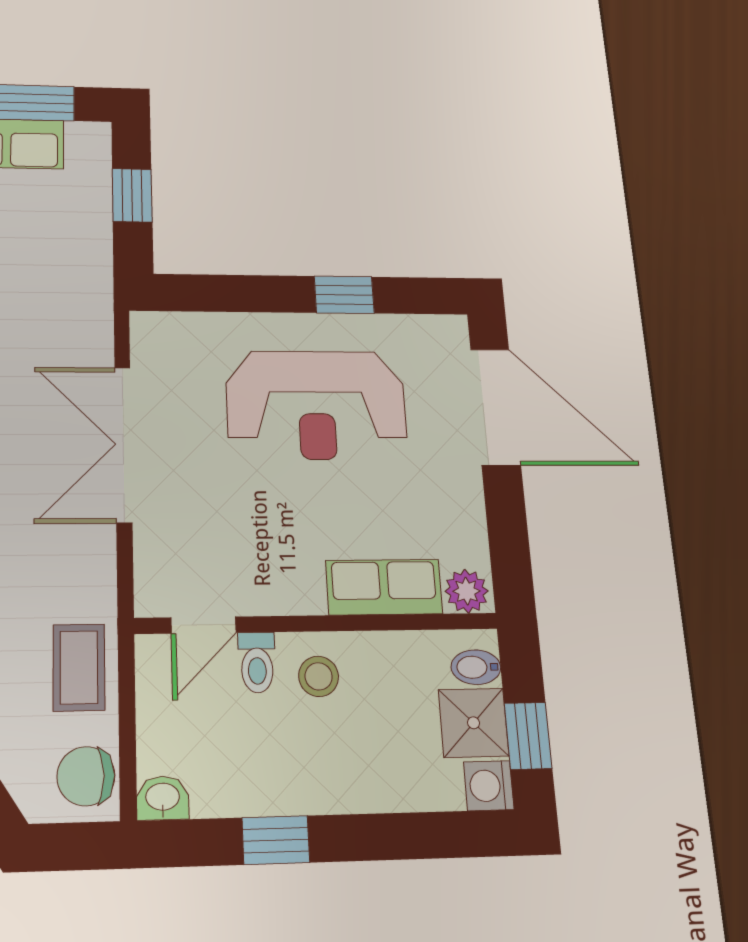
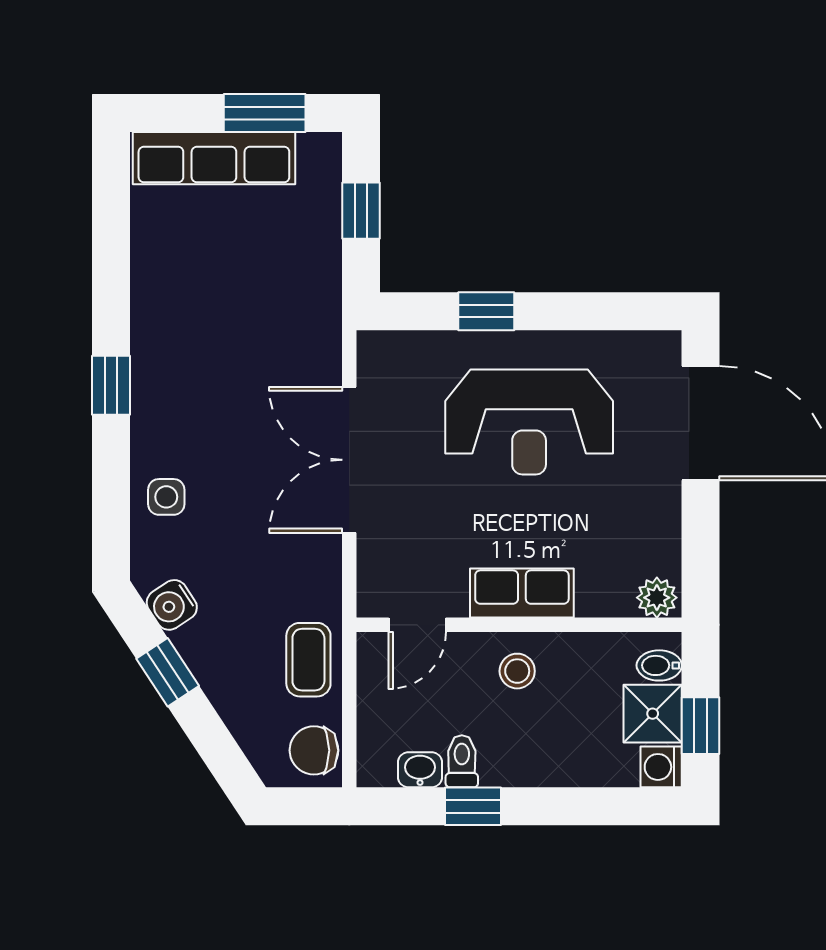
window: (344, 295) -> (486, 311), moved
row of seats: (384, 587) -> (522, 593), moved
toilet: (257, 662) -> (462, 761), moved, turned 180
washbasin: (163, 798) -> (420, 770), moved

